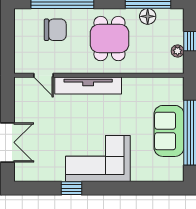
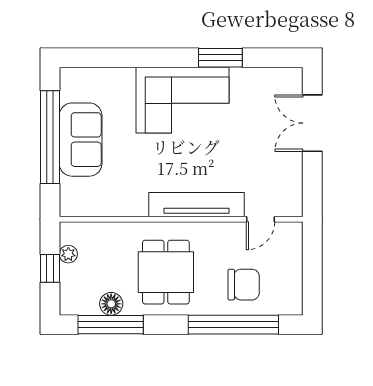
chair: (55, 30) -> (244, 285), turned 180
door: (43, 75) -> (261, 219), swing flipped
window: (72, 188) -> (220, 58), width x1.50

